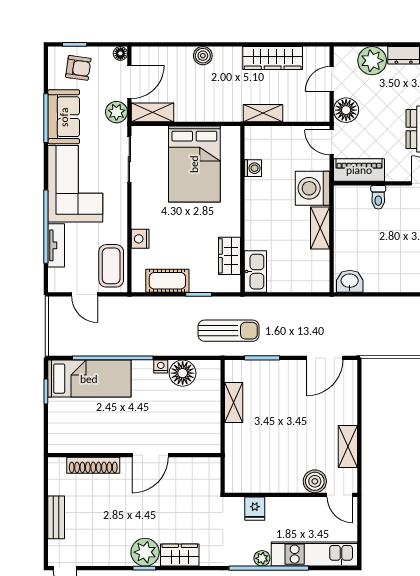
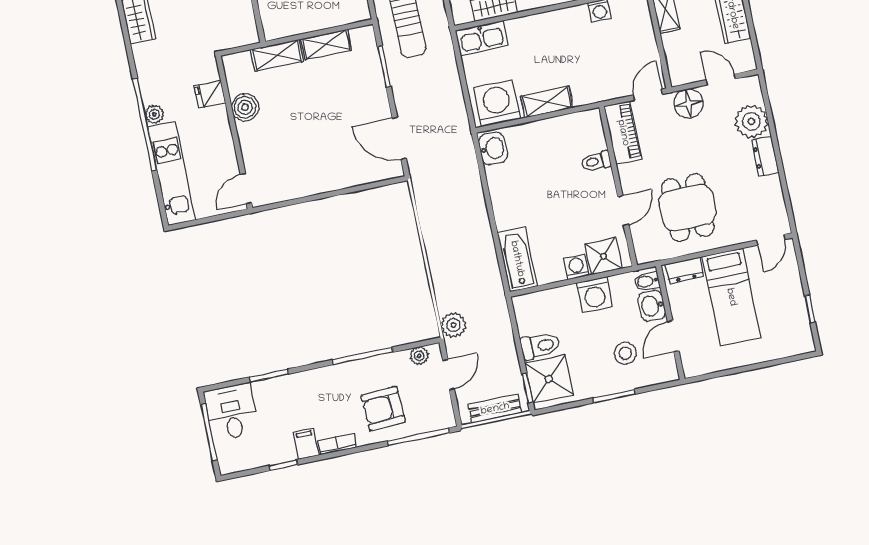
washing machine: (313, 188) -> (497, 103), moved
shelving: (348, 447) -> (277, 55), moved
boiler: (315, 481) -> (245, 107), moved

